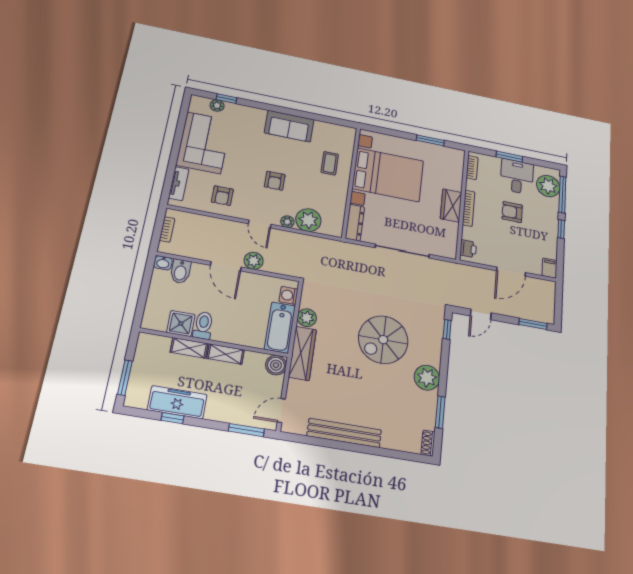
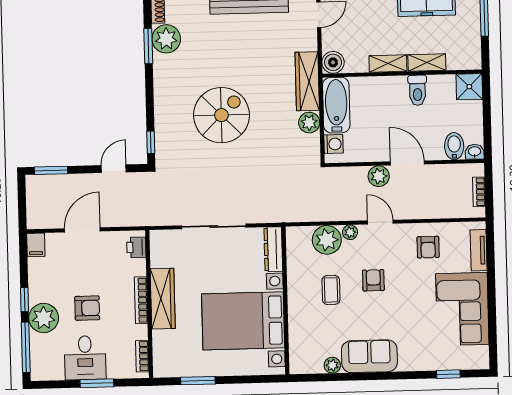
plant: (217, 105) -> (332, 365), moved
coffee table: (330, 163) -> (331, 290), moved
plant: (548, 186) -> (44, 318), moved
armchair: (222, 196) -> (428, 247), turned 180
wardrobe: (451, 206) -> (163, 299), width x1.50
shower: (181, 323) -> (469, 87), moved
plant: (427, 378) -> (166, 39), moved

